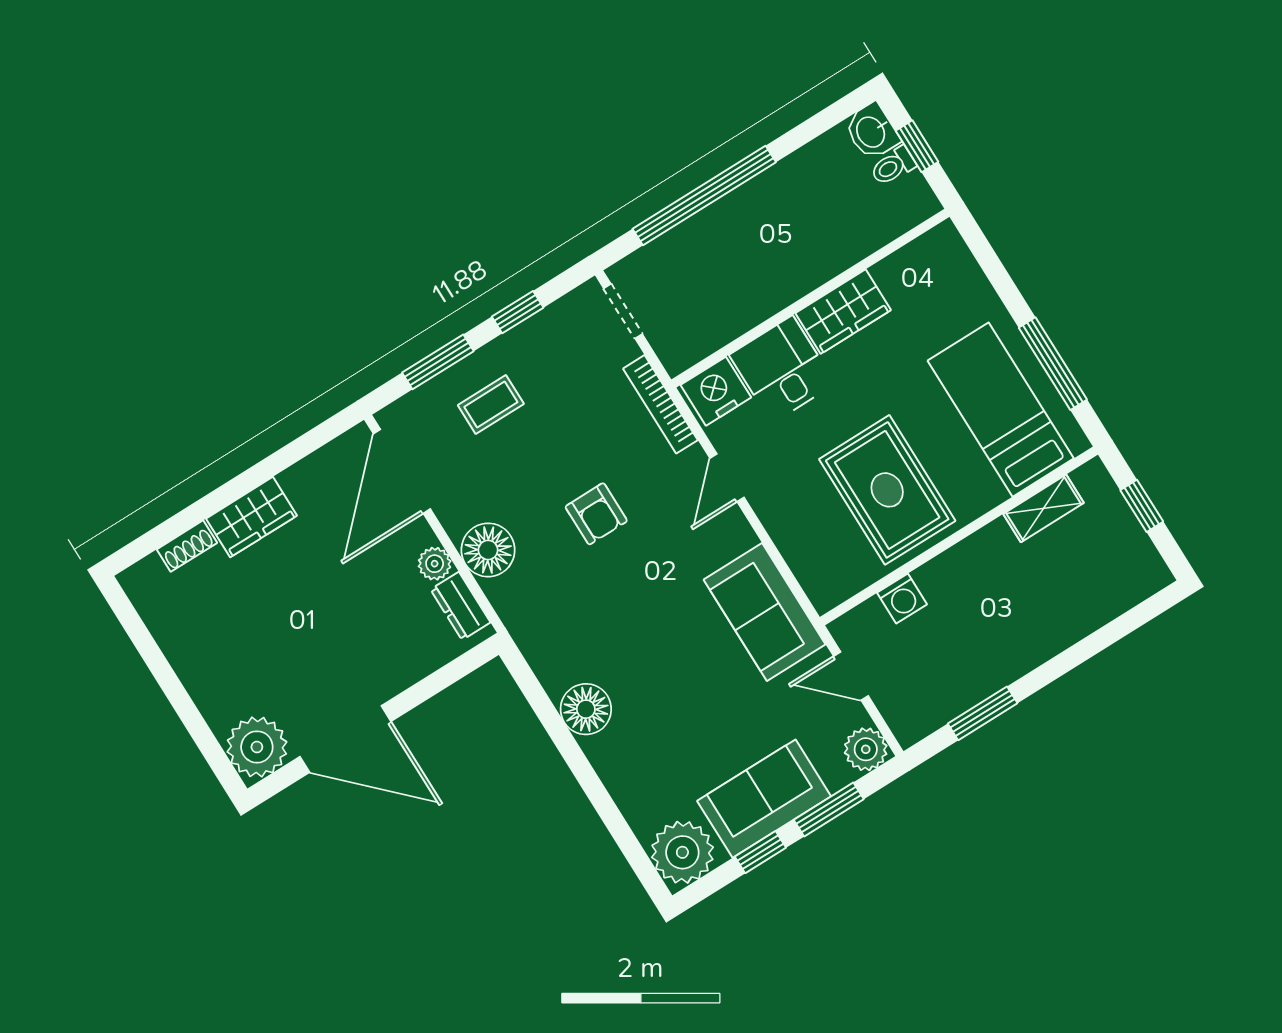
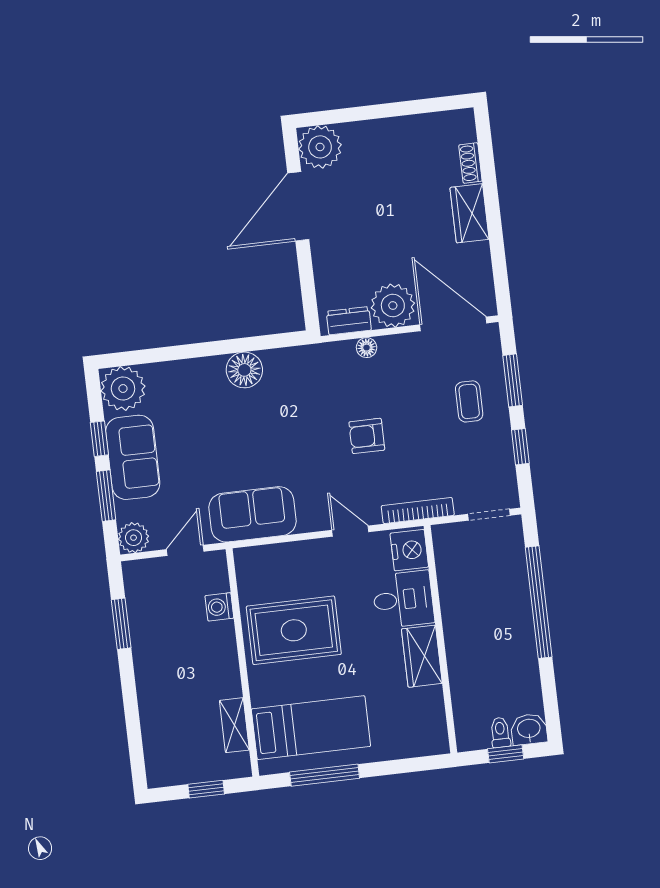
floor lamp: (488, 550) -> (367, 348), width x0.53, depth x0.53
plant: (435, 564) -> (393, 306), width x1.88, depth x1.88

